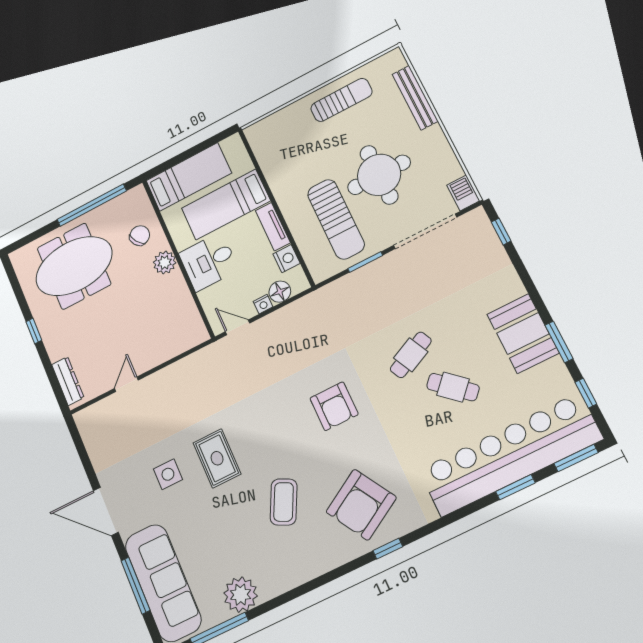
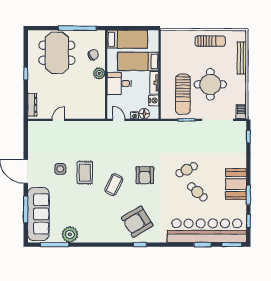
meeting table: (74, 266) -> (57, 53), turned 90
coffee table: (284, 502) -> (114, 185), moved

